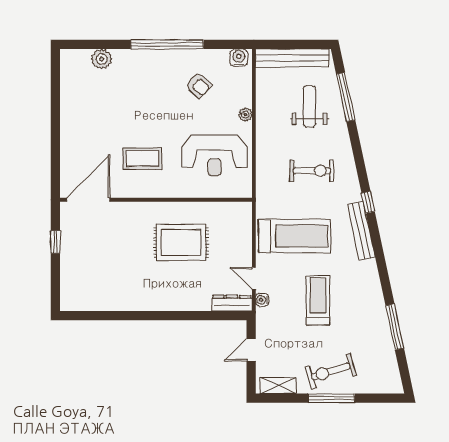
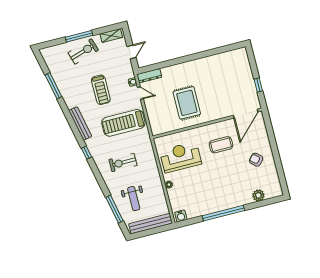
armchair: (199, 85) -> (256, 160), moved
bench: (361, 231) -> (80, 123), moved
rug: (181, 242) -> (187, 103), turned 90

